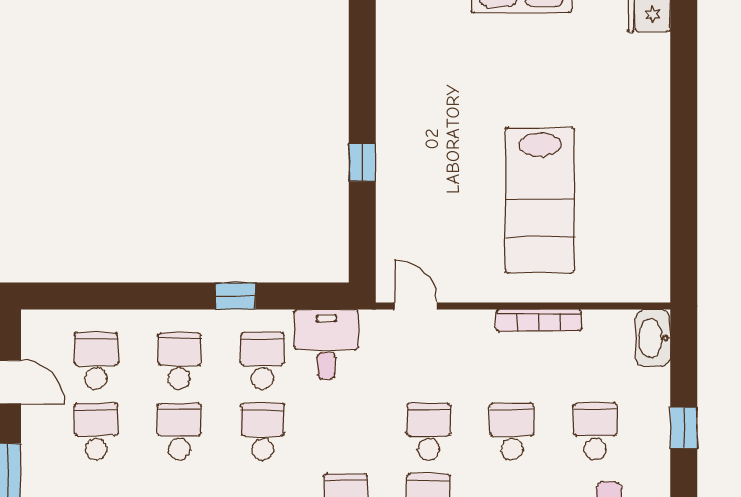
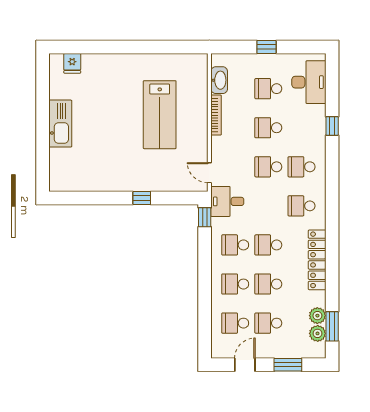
lab bench: (540, 200) -> (160, 115), turned 90
window: (235, 296) -> (205, 217), moved
door: (416, 306) -> (209, 173), hinge flipped
washbasin: (653, 338) -> (219, 80), moved, turned -90
desk: (326, 344) -> (227, 201), moved

